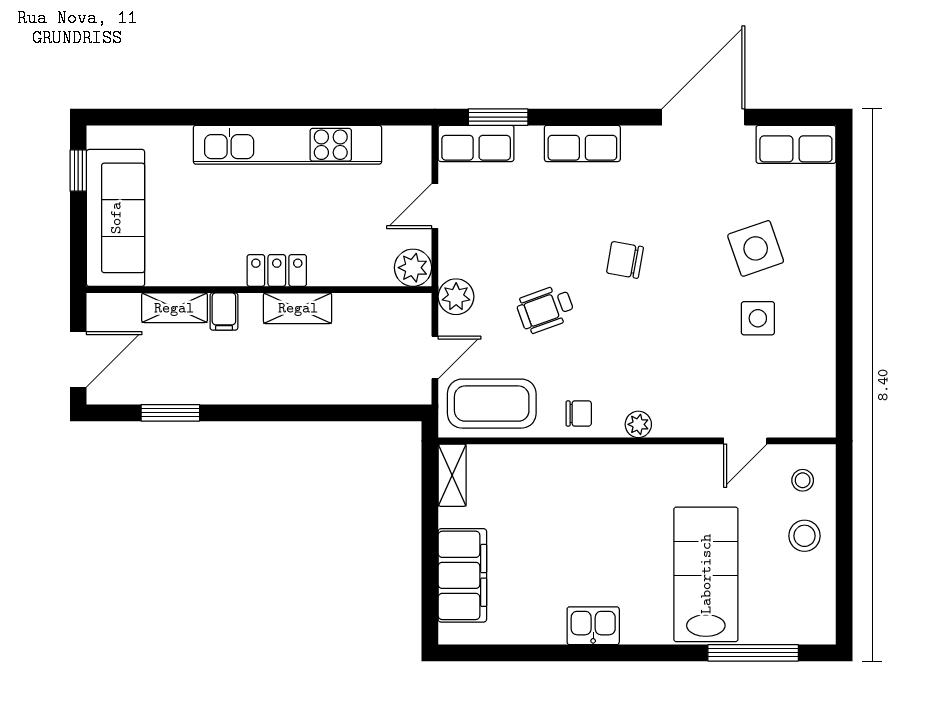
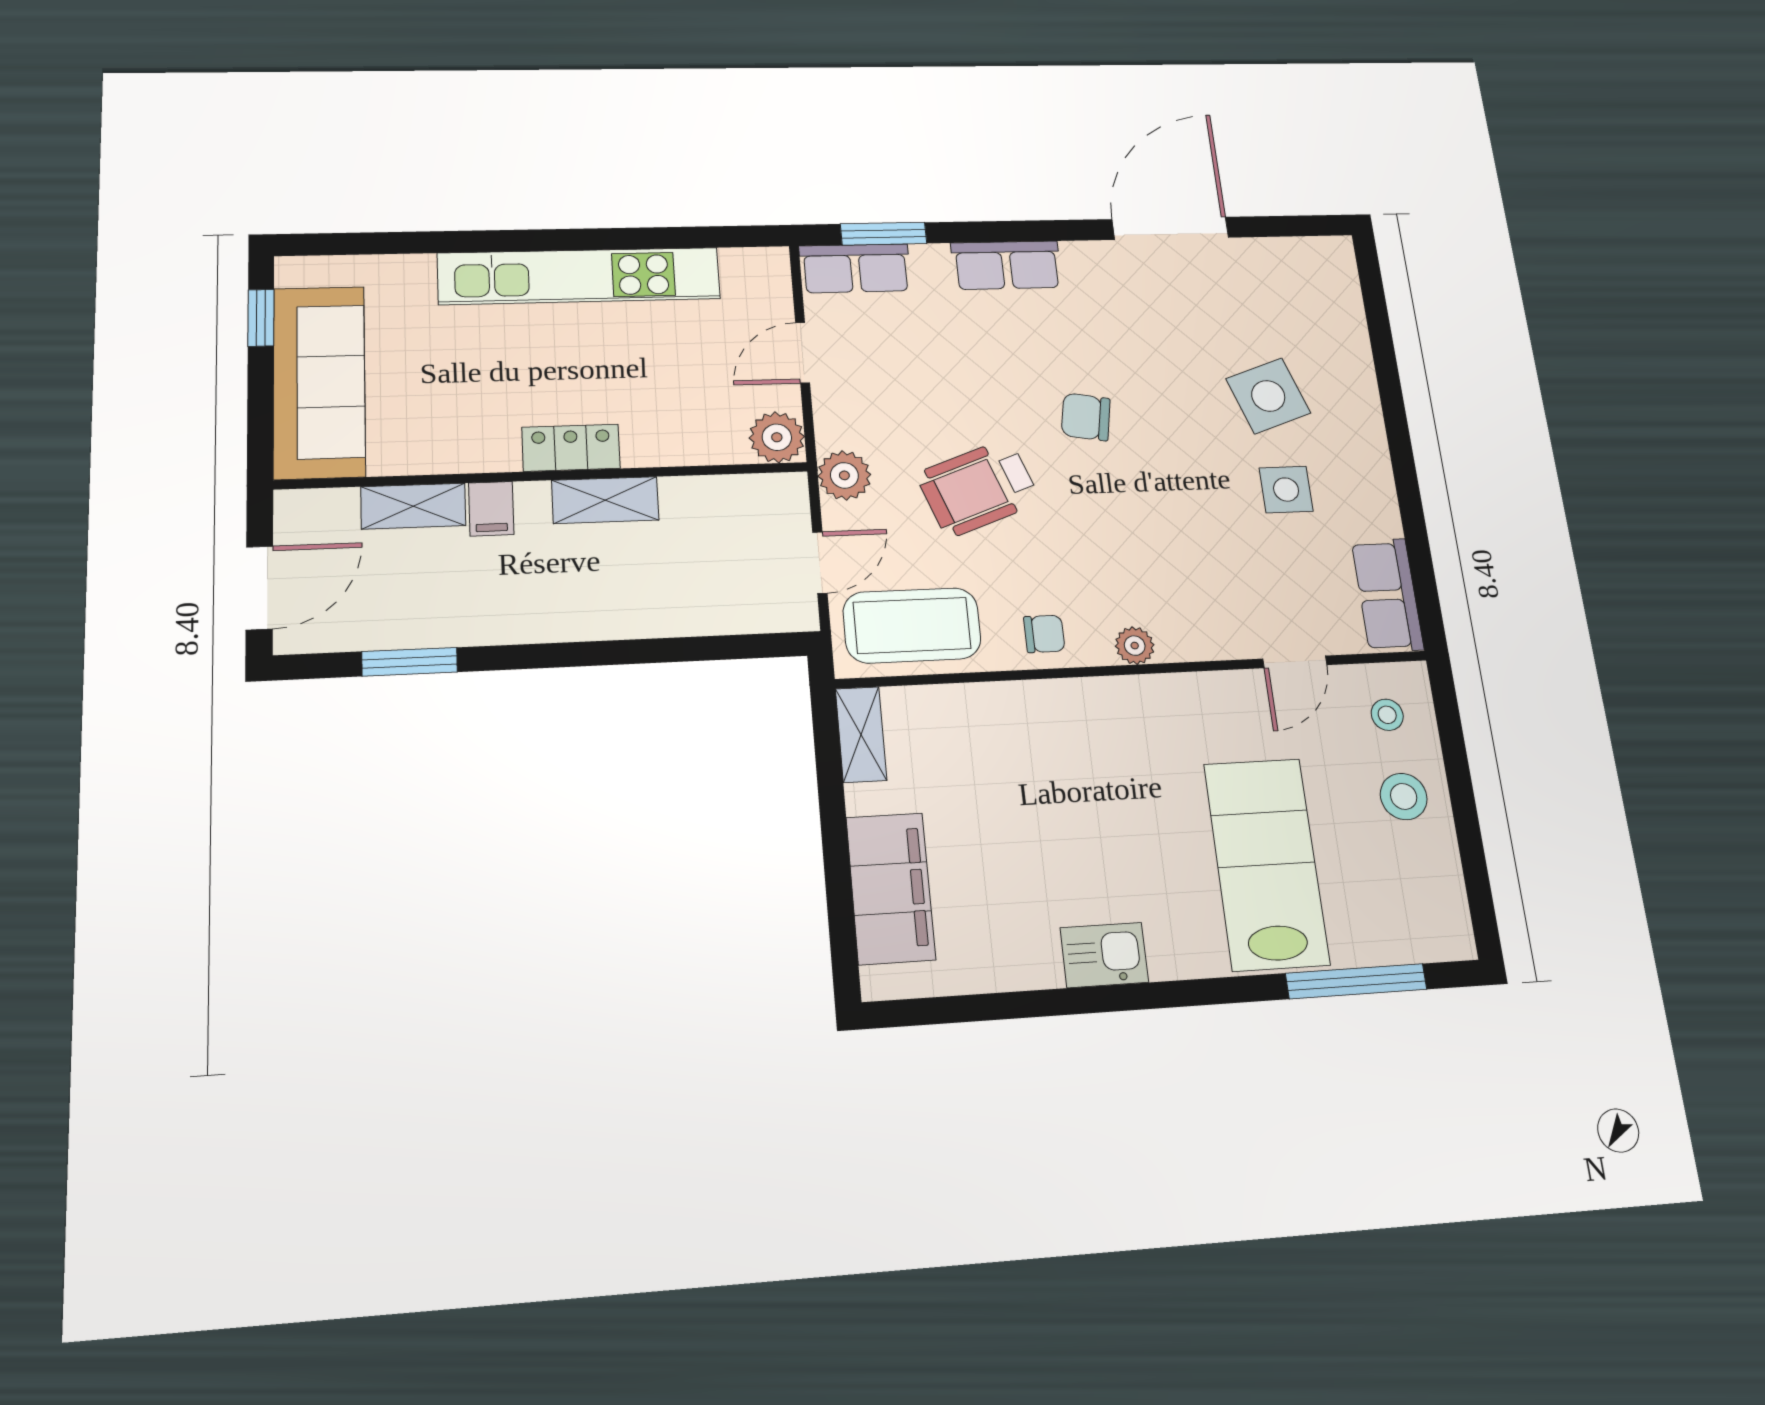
row of seats: (796, 144) -> (1387, 595), moved, turned 90
wheelchair: (545, 309) -> (978, 488), width x1.36, depth x1.37

